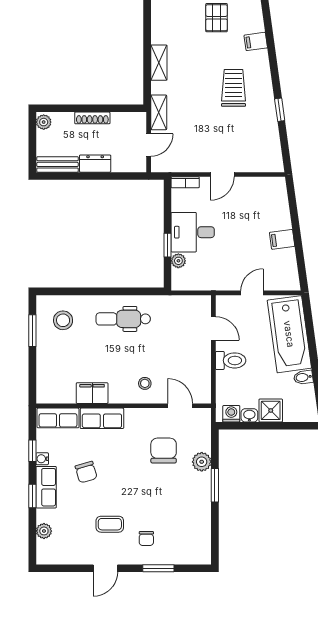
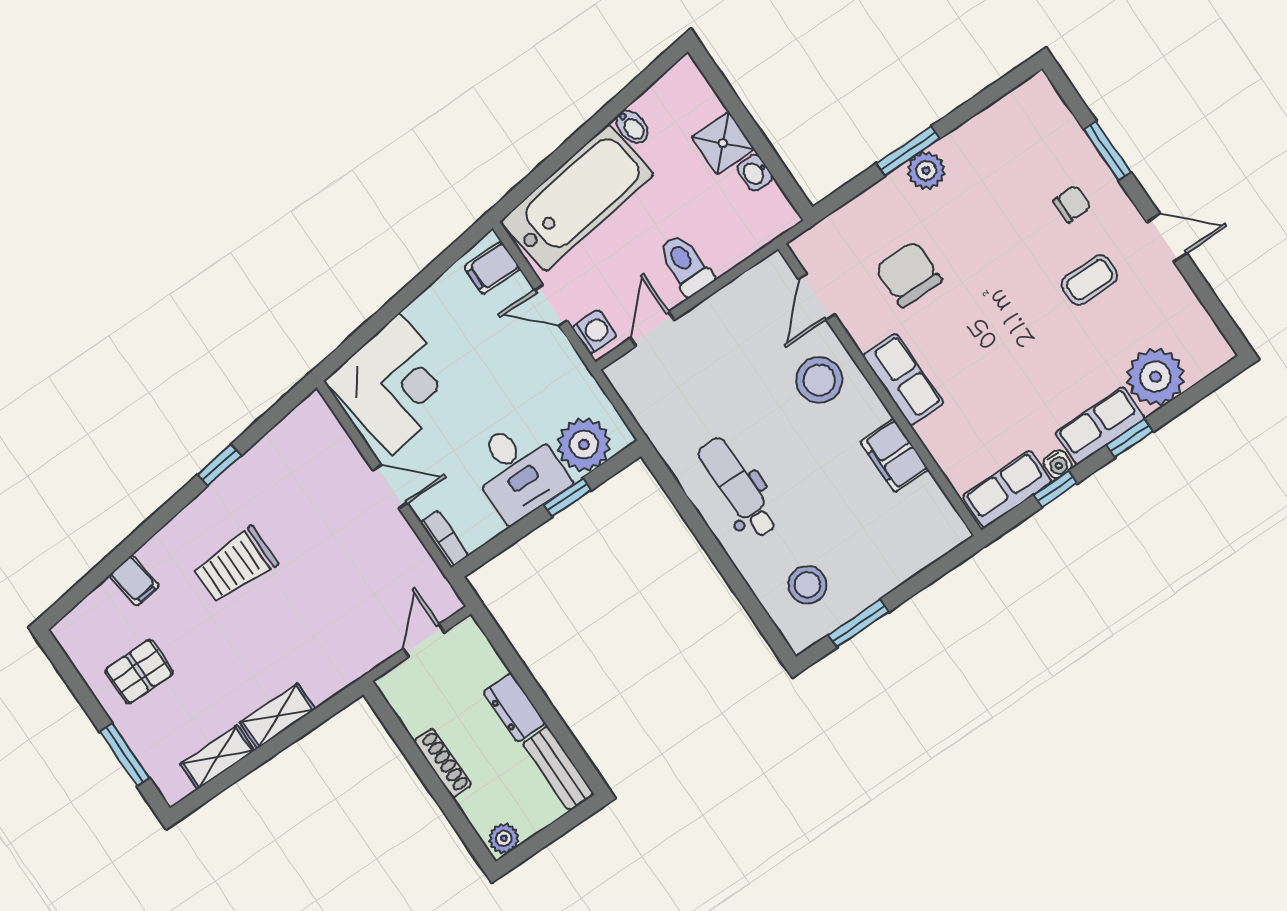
shelving: (159, 112) -> (217, 757), moved
door: (149, 145) -> (424, 641), hinge flipped
corner desk: (263, 206) -> (395, 384), added
filing cabinet: (282, 239) -> (492, 268), moved, turned 98
plant: (178, 261) -> (584, 445), width x1.88, depth x1.88
dental chair: (123, 319) -> (738, 488), turned 180
stool: (145, 383) -> (819, 380), width x1.89, depth x1.89
washing machine: (231, 414) -> (594, 332), moved, turned 180
row of seats: (58, 418) -> (1007, 489), moved, turned -90
row of seats: (102, 418) -> (903, 379), moved
chair: (164, 451) -> (909, 274), turned 90
plant: (202, 462) -> (926, 171), moved
chair: (86, 472) -> (1031, 377), removed
coffee table: (110, 524) -> (1089, 280), turned 90
plant: (44, 531) -> (1156, 377), width x1.87, depth x1.87

